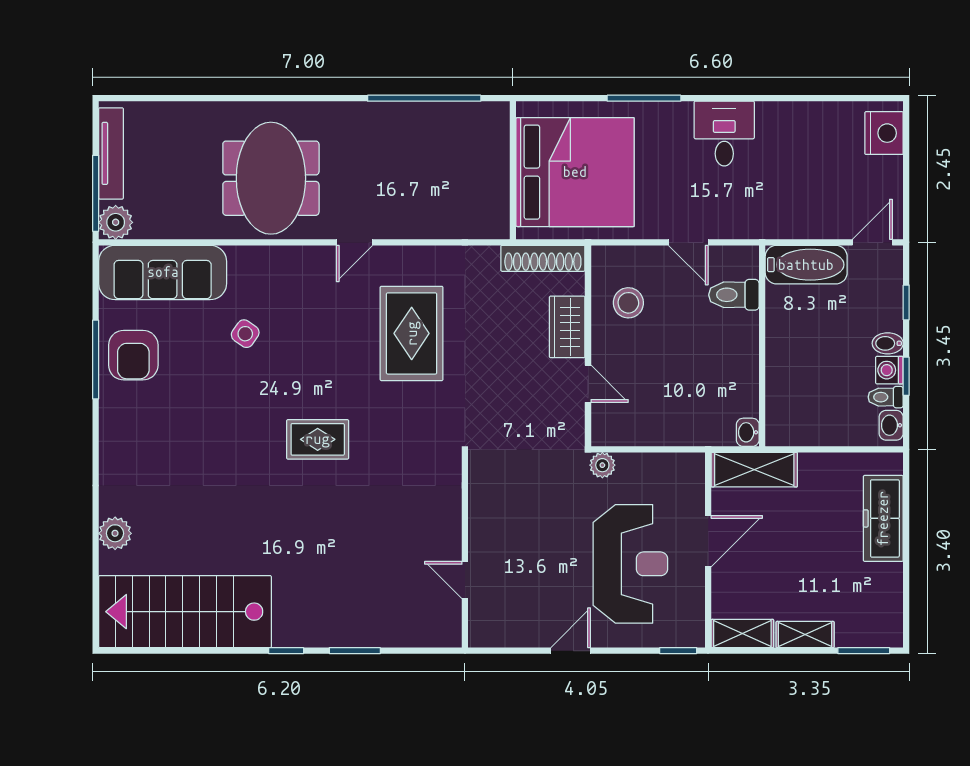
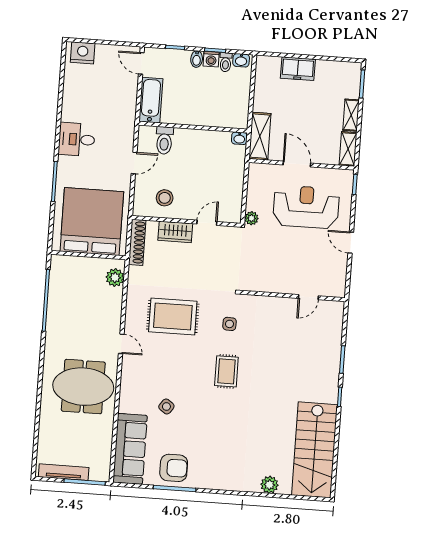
plant: (116, 222) -> (115, 278), moved
side table: (405, 439) -> (229, 324), added
freezer: (883, 518) -> (298, 69), width x0.71

